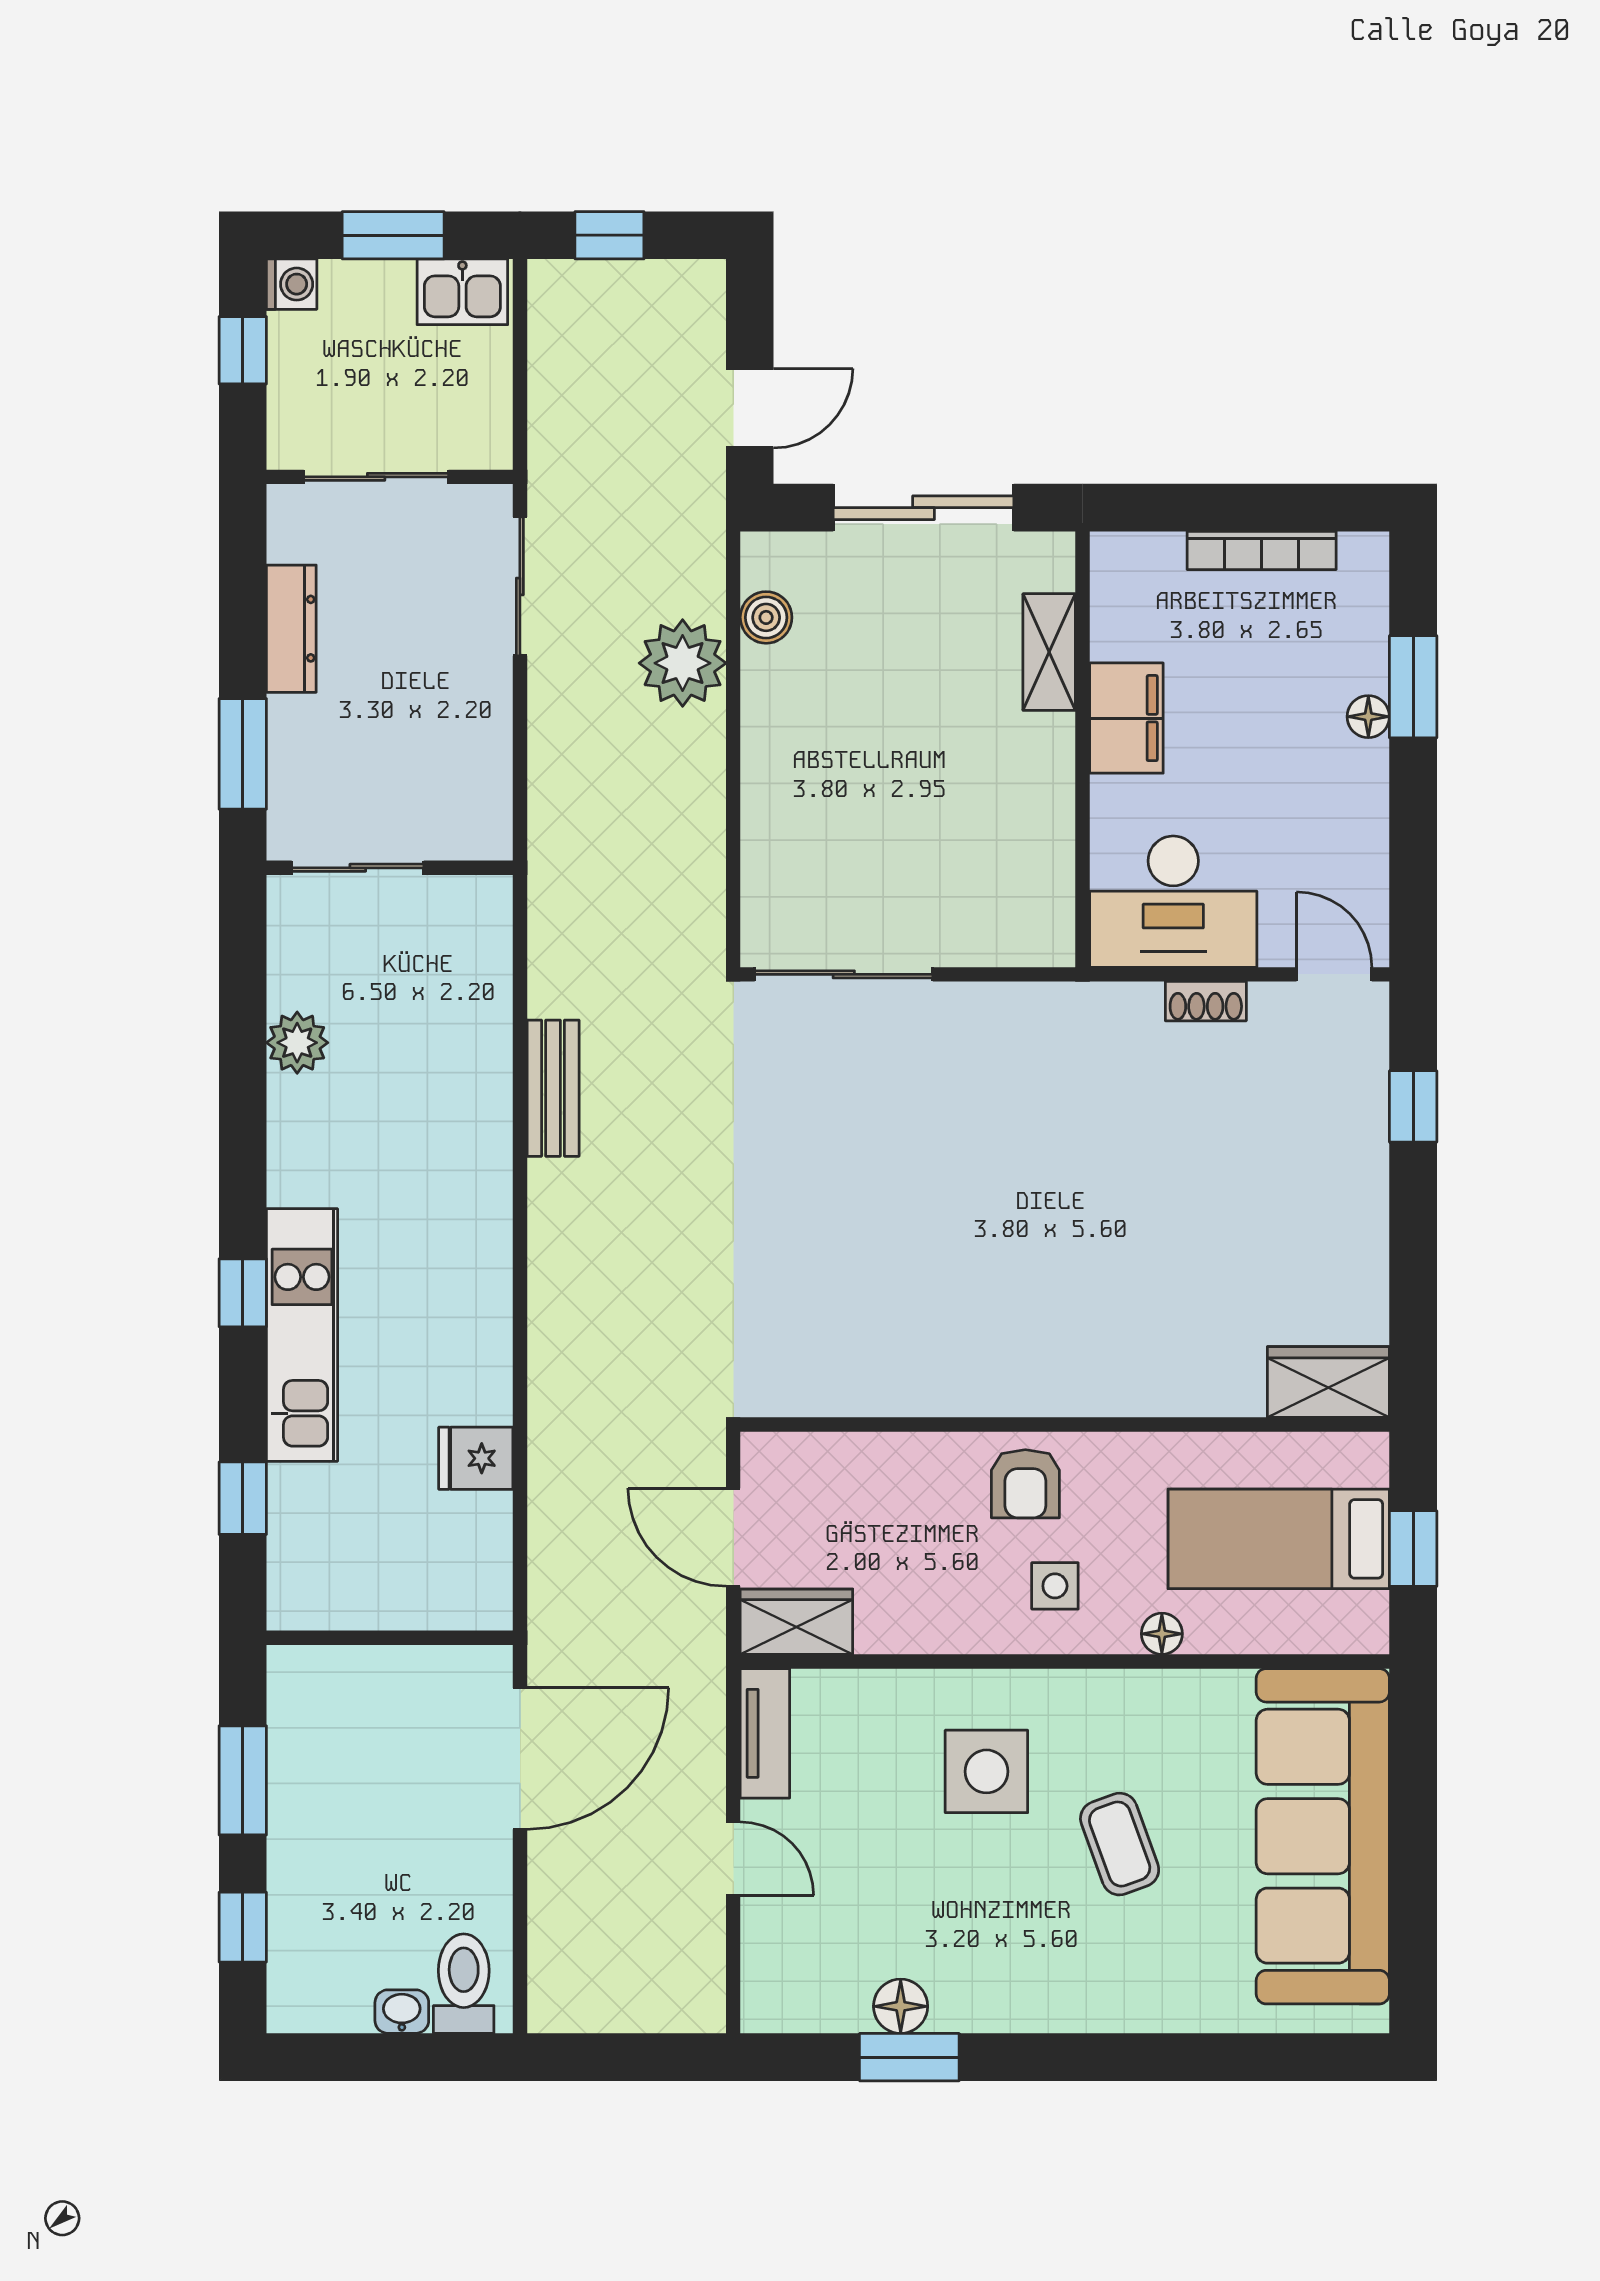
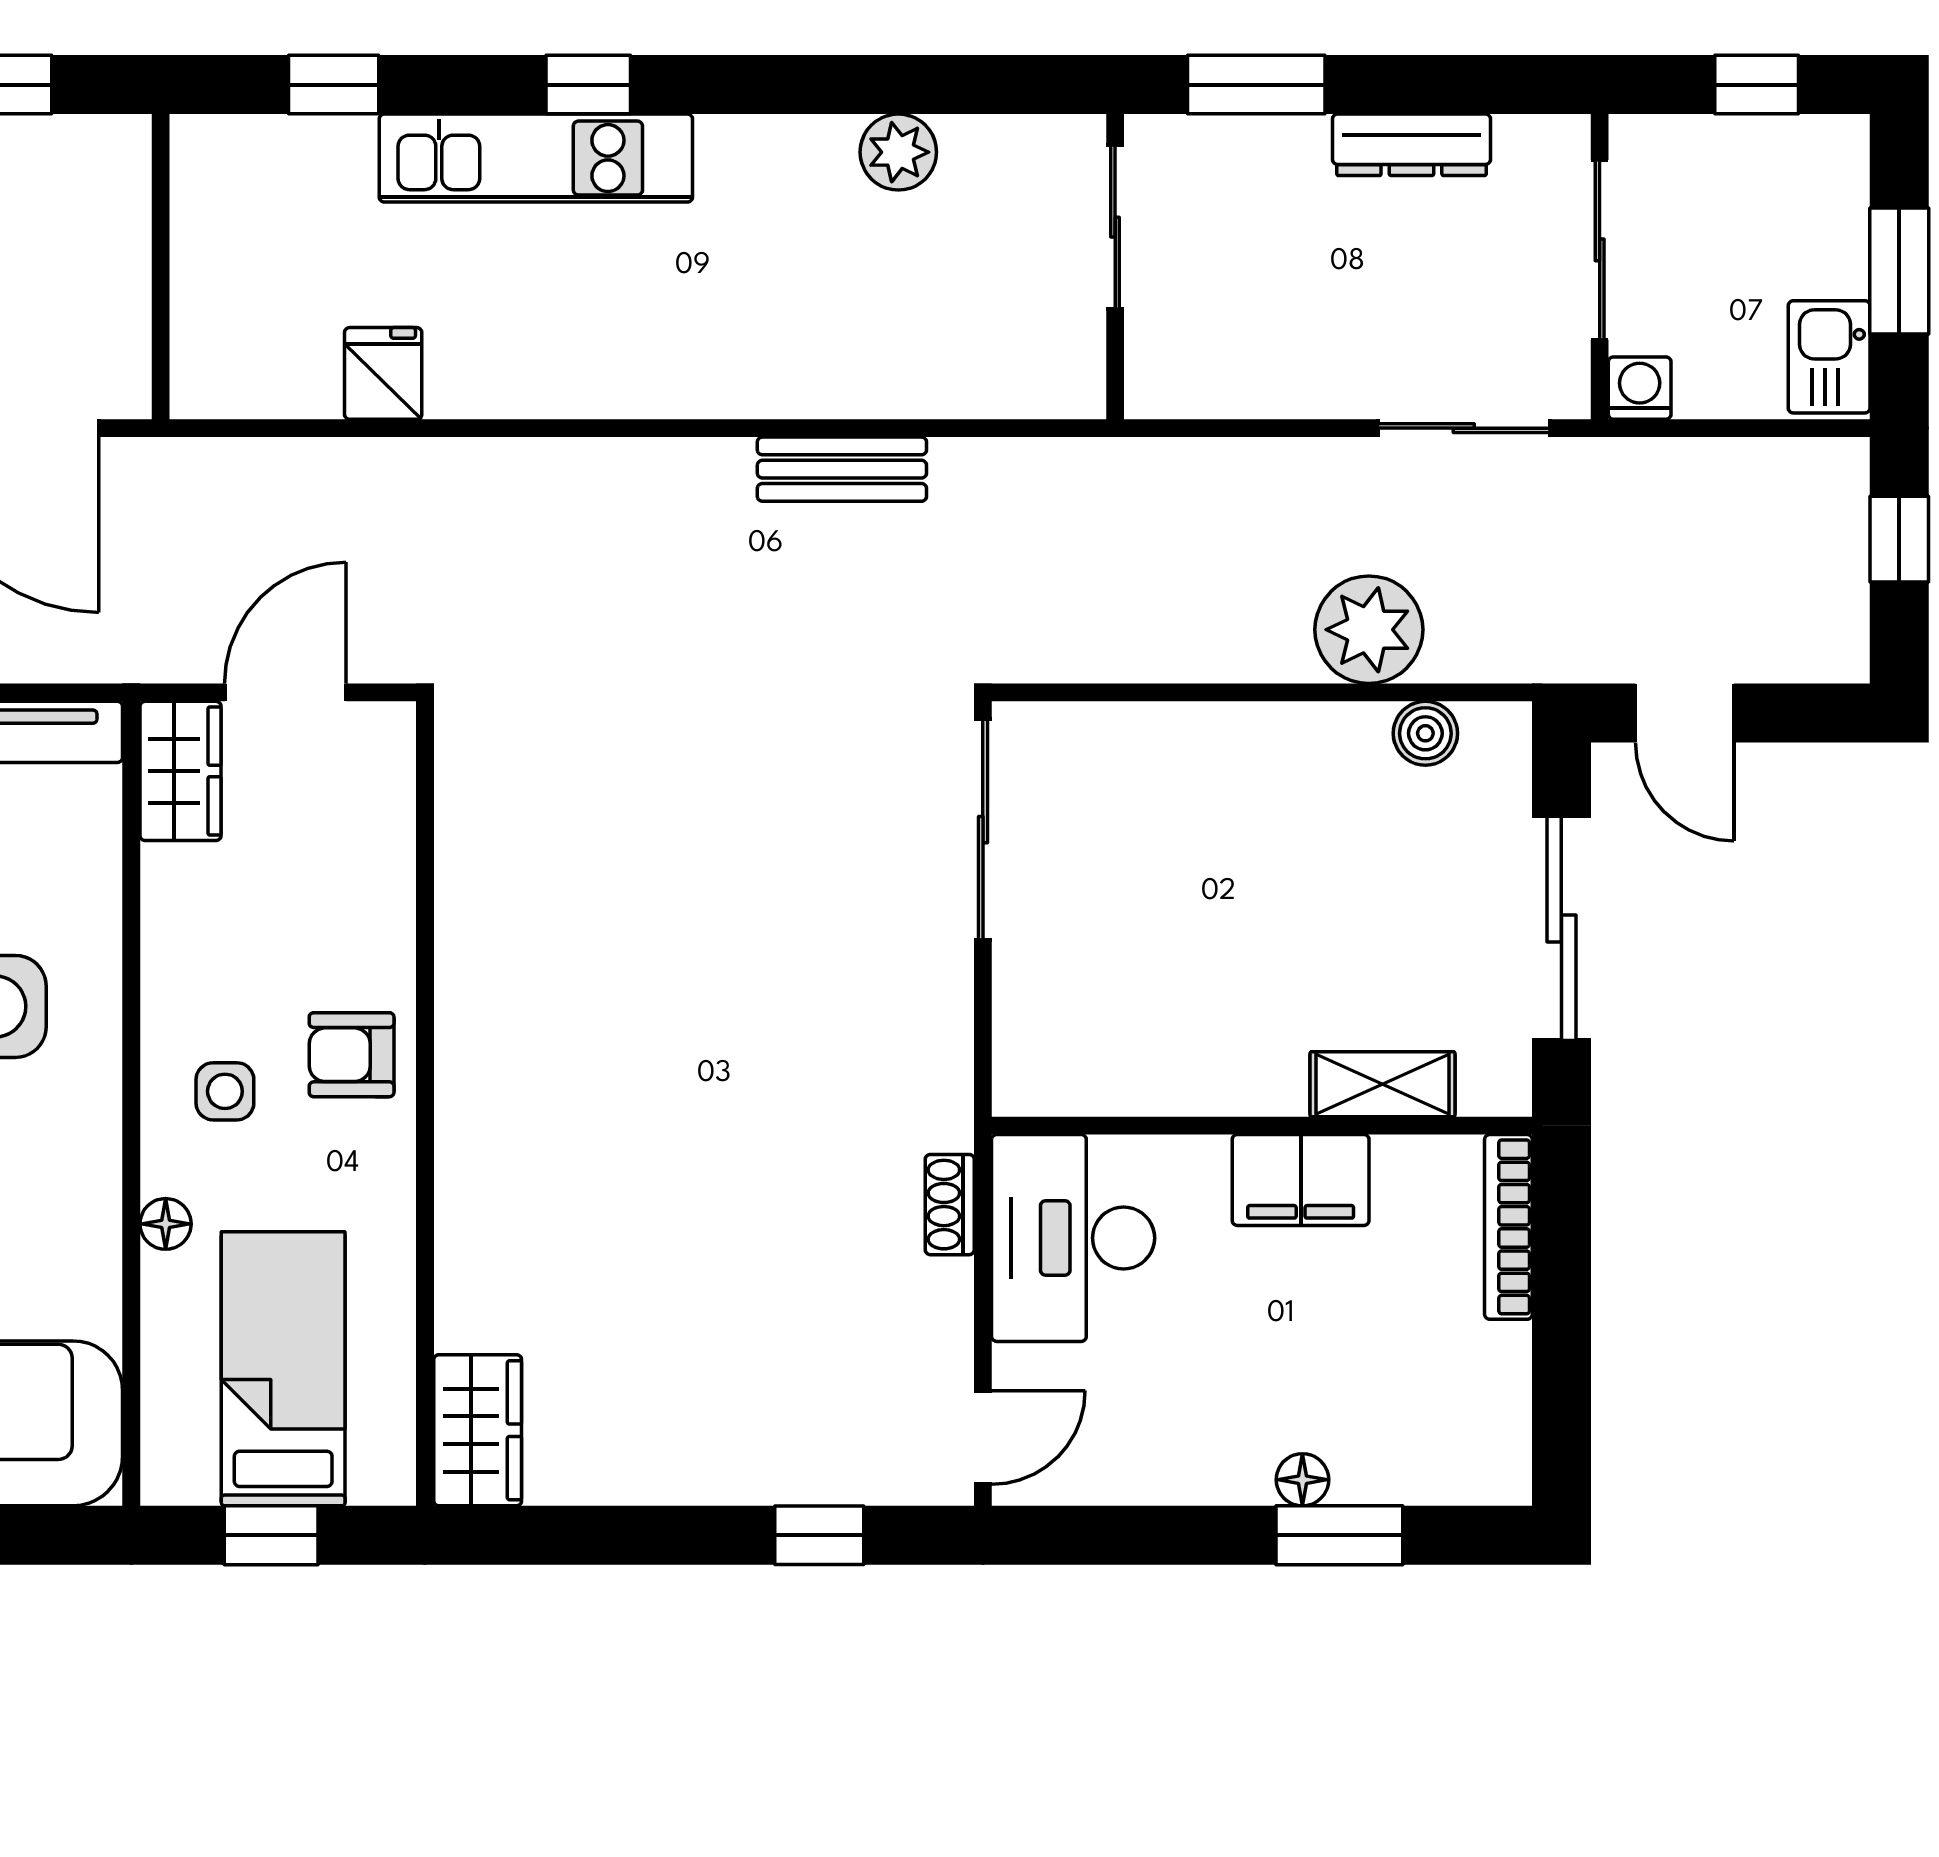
washing machine: (292, 284) -> (1640, 388), moved, turned 180
bookcase: (1262, 550) -> (1508, 1227), moved
shoe rack: (1206, 1001) -> (950, 1205), moved

